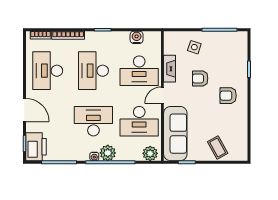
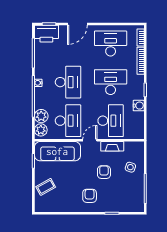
water cooler: (137, 37) -> (139, 106), moved
desk: (139, 71) -> (111, 121), turned 180
door: (162, 95) -> (90, 140), hinge flipped
desk: (139, 121) -> (68, 121), turned 180
plant: (108, 153) -> (41, 116), moved

